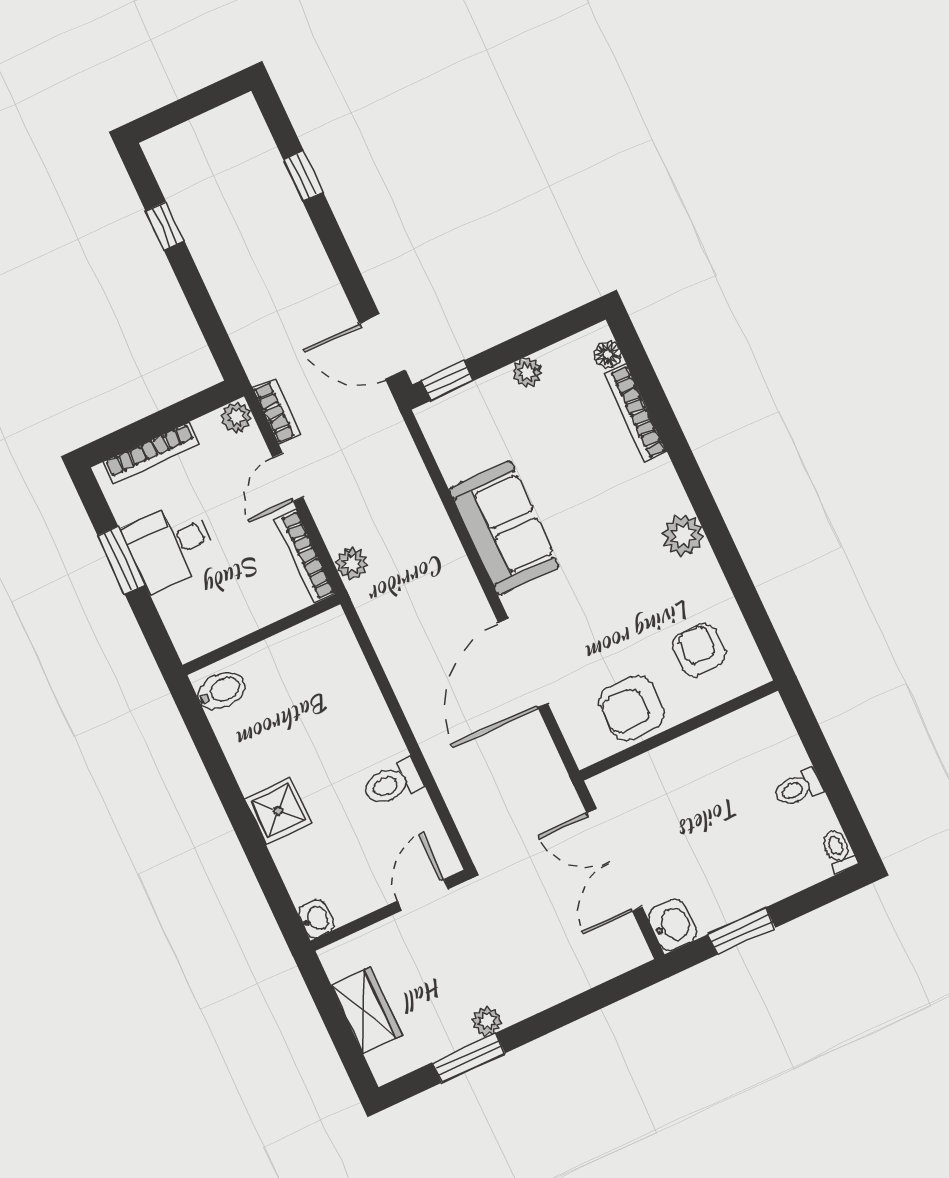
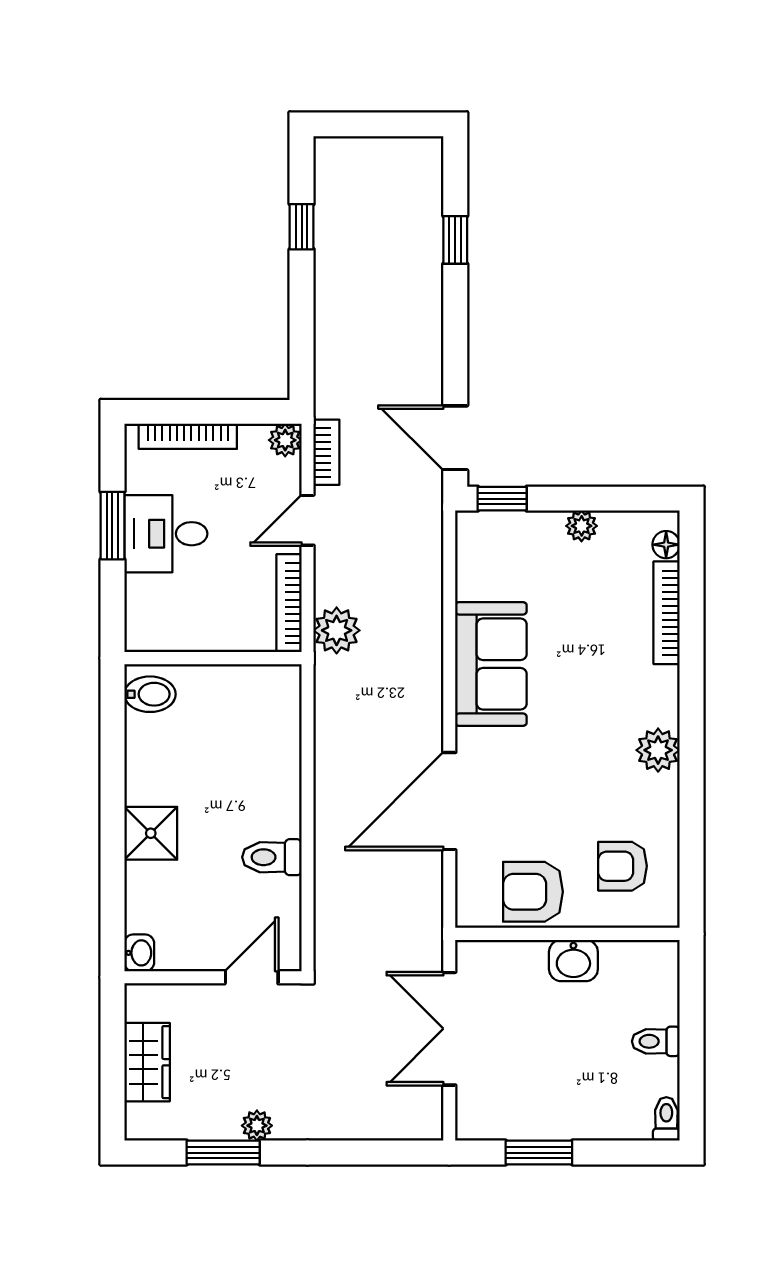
plant: (352, 563) -> (337, 630), width x1.38, depth x1.38
armchair: (699, 650) -> (622, 866), turned -90
washbasin: (673, 925) -> (573, 960), moved, turned 90

